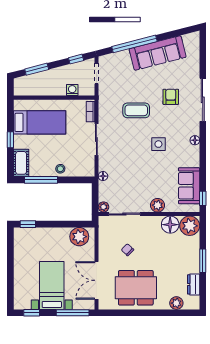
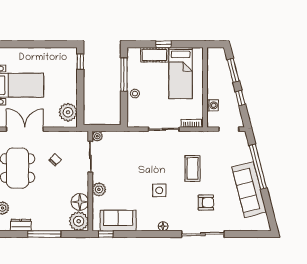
window: (76, 59) -> (240, 98), moved
cot: (21, 163) -> (154, 55), moved
floor lamp: (103, 176) -> (128, 136), removed
window: (203, 261) -> (44, 234), width x1.44

